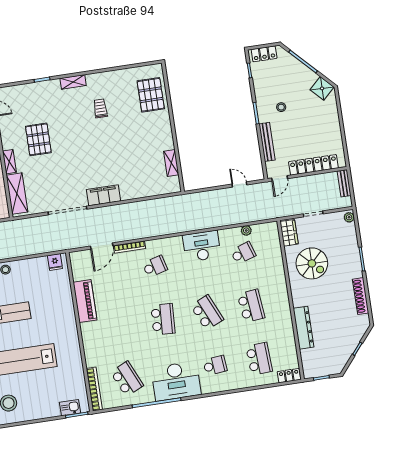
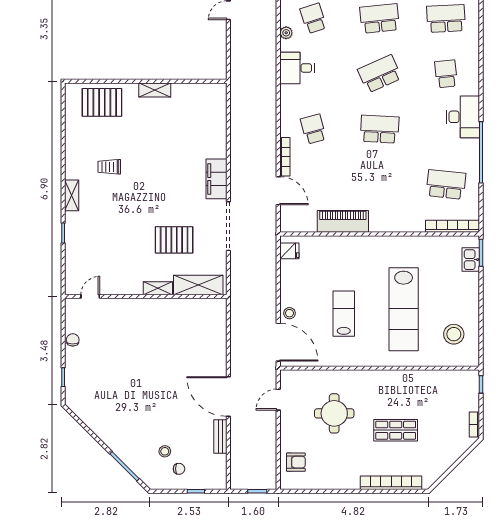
pallet: (38, 139) -> (174, 240), moved
shelving: (171, 163) -> (155, 90), moved
plant: (246, 230) -> (286, 33), moved
desk: (202, 246) -> (297, 68), width x0.73
school desk: (127, 379) -> (446, 184), turned 30
desk: (176, 381) -> (463, 117), width x0.73, depth x0.77

